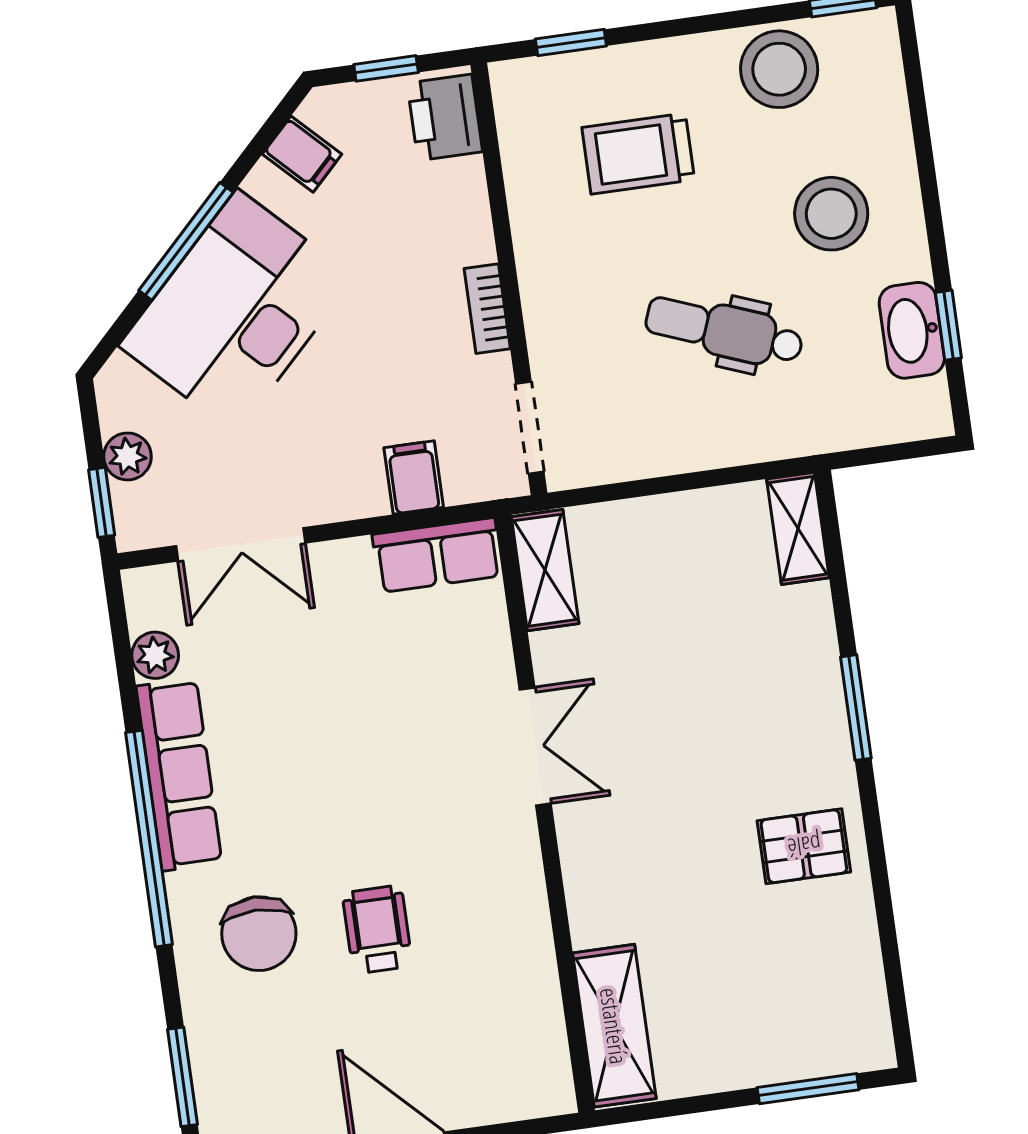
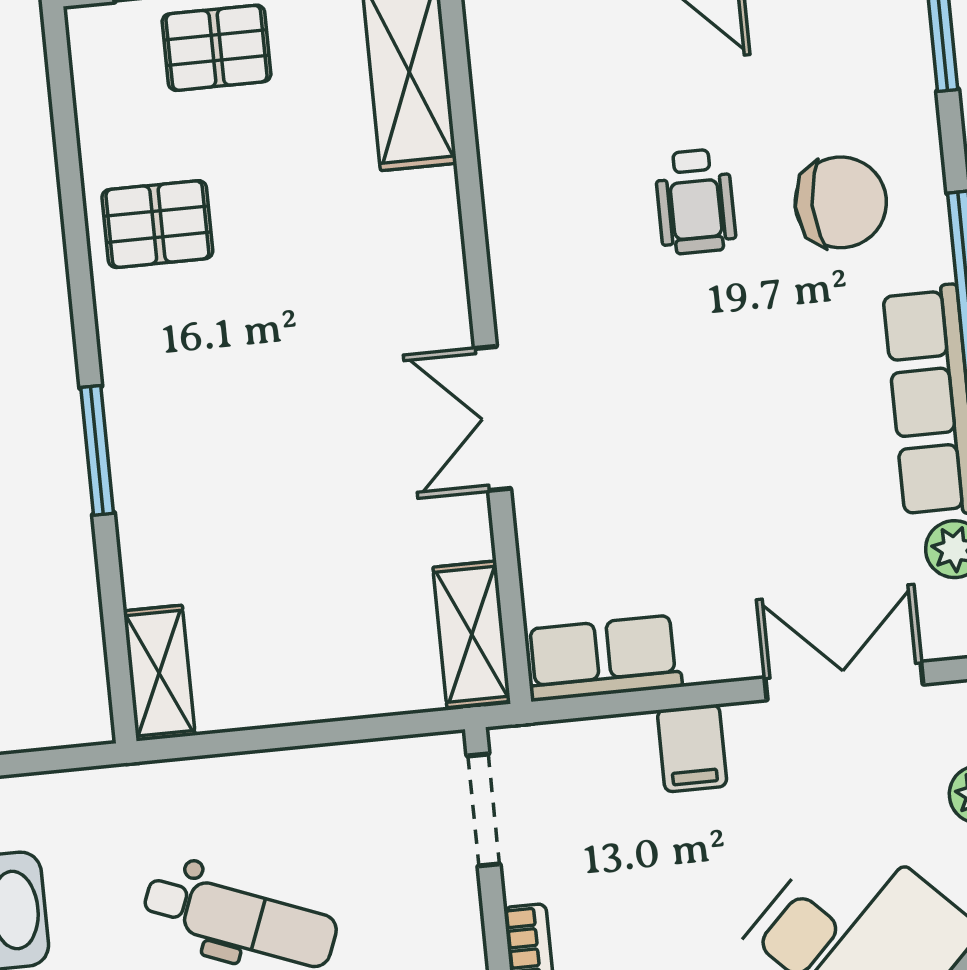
filing cabinet: (414, 477) -> (692, 748), moved
pallet: (804, 846) -> (157, 224), moved
chair: (259, 934) -> (841, 202), turned 90
pallet: (772, 1039) -> (217, 48), added

